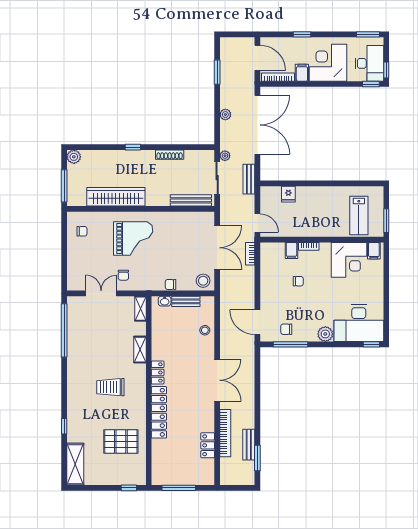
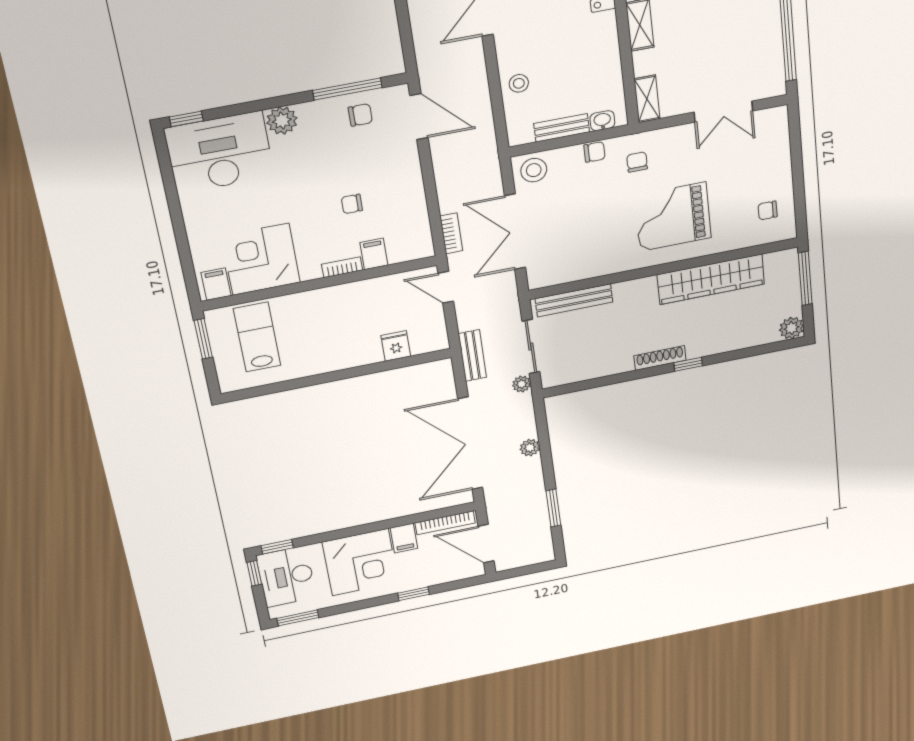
shoe rack: (170, 155) -> (660, 358), moved
chair: (123, 275) -> (637, 162), moved

